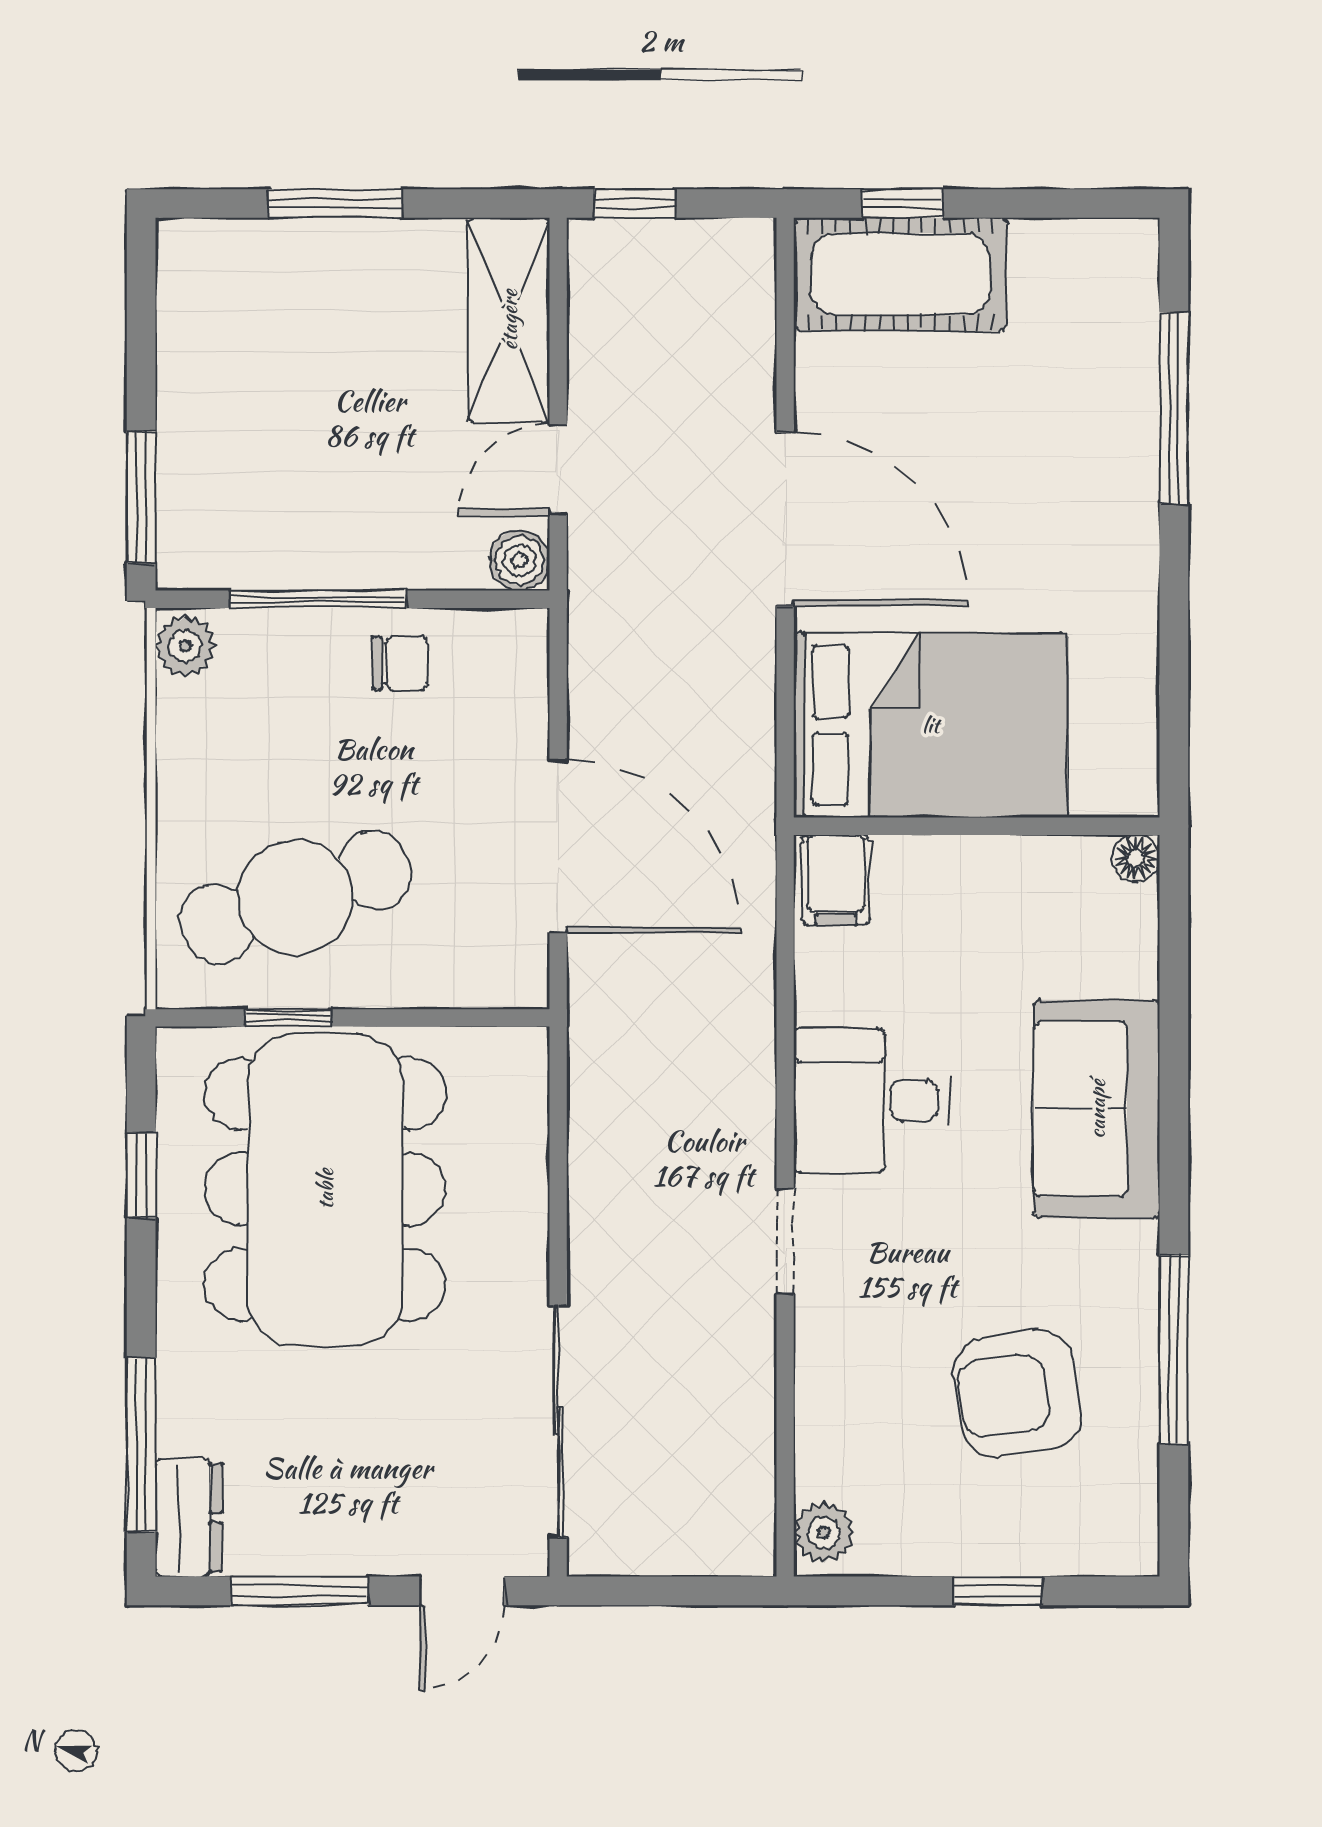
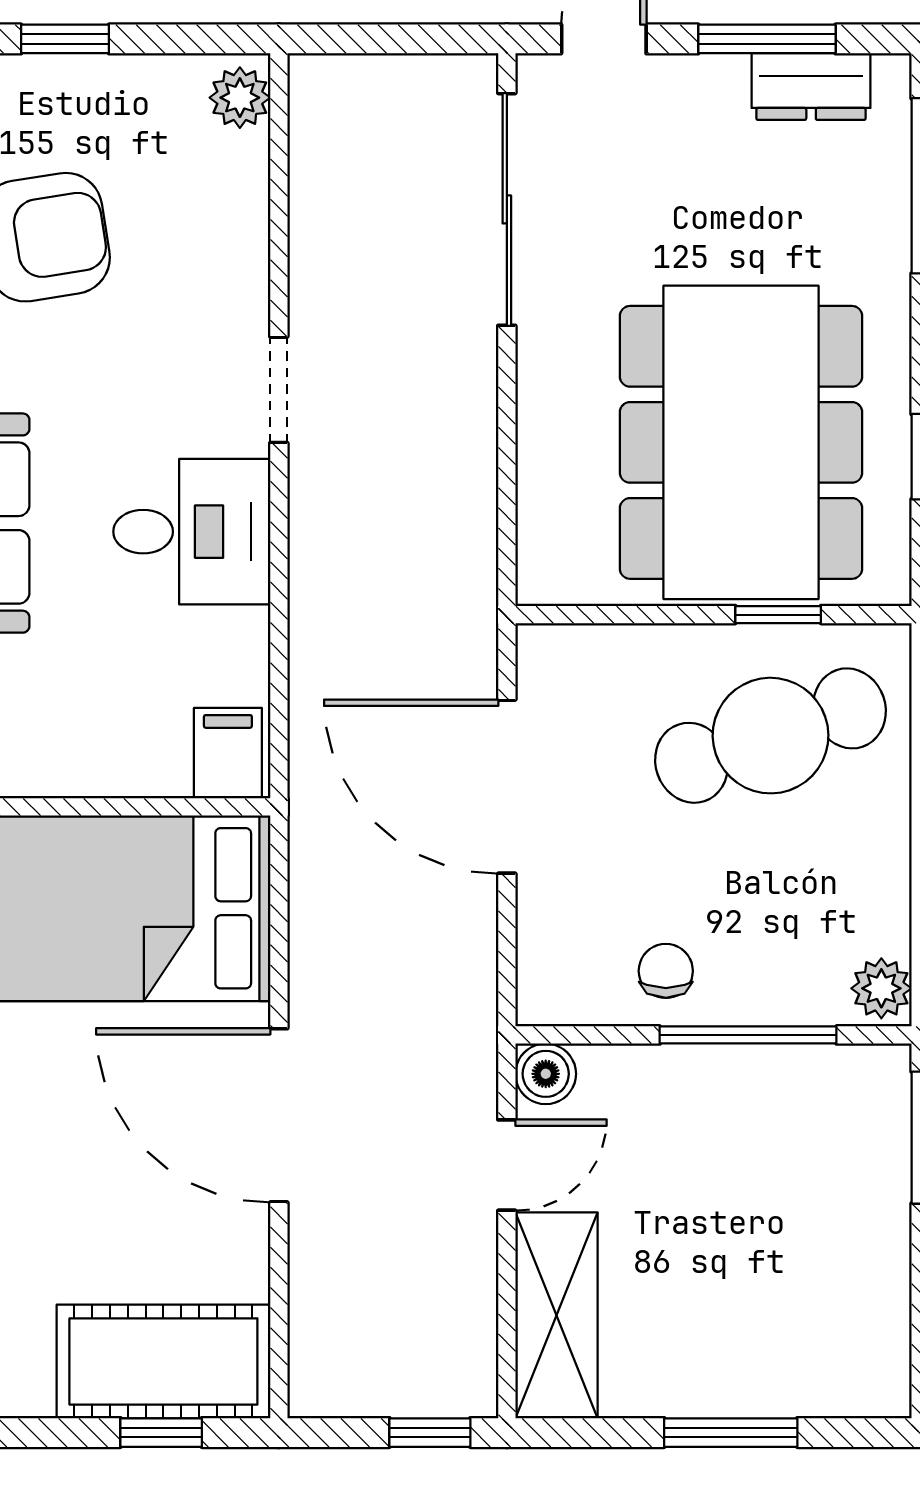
chair: (400, 663) -> (666, 971), turned 90
dresser: (189, 1518) -> (811, 87), moved, turned -90

